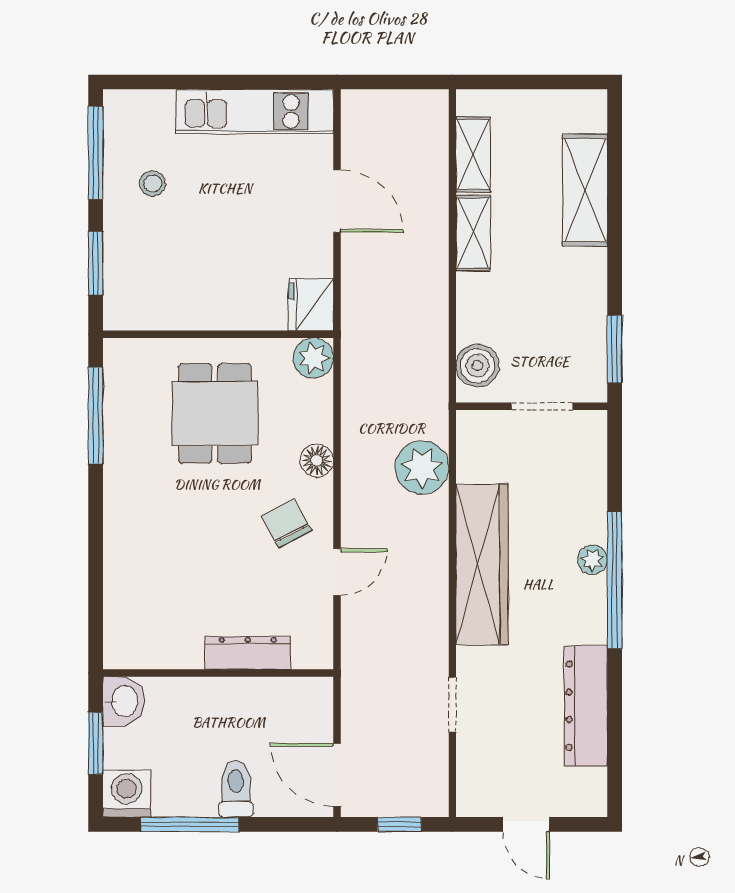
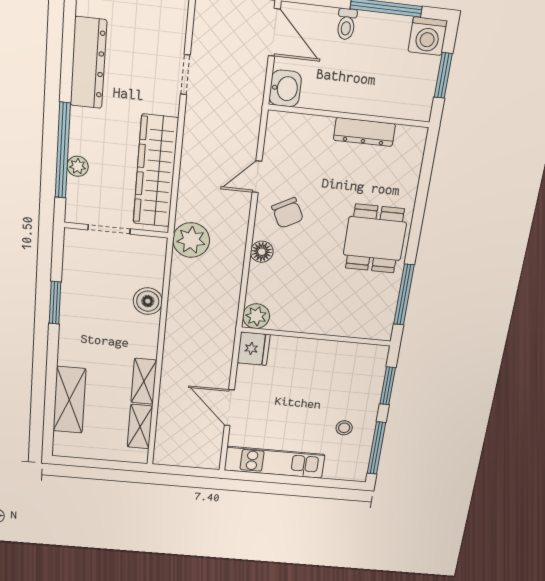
wall: (532, 406) -> (116, 230), moved
doorway: (542, 406) -> (109, 229), moved
dining table: (215, 413) -> (375, 239), moved
dresser: (248, 653) -> (364, 132), moved
washbasin: (124, 701) -> (285, 88), moved, turned 180
toilet: (236, 789) -> (346, 24), width x0.73, depth x0.72

